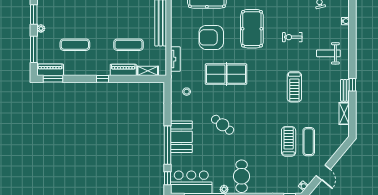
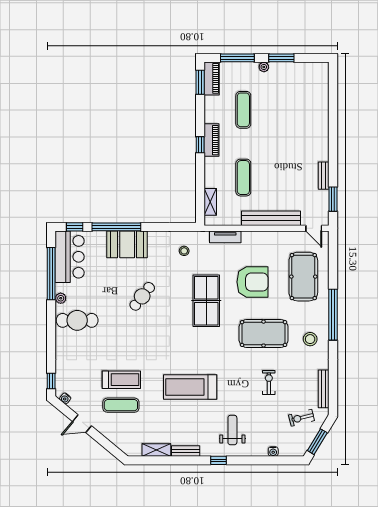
armchair: (211, 37) -> (252, 282), turned 90
exercise bike: (292, 37) -> (269, 382), moved
piano: (123, 70) -> (211, 140), moved
window: (352, 85) -> (218, 460), moved
treadmill: (294, 87) -> (190, 387), width x1.37, depth x1.38

